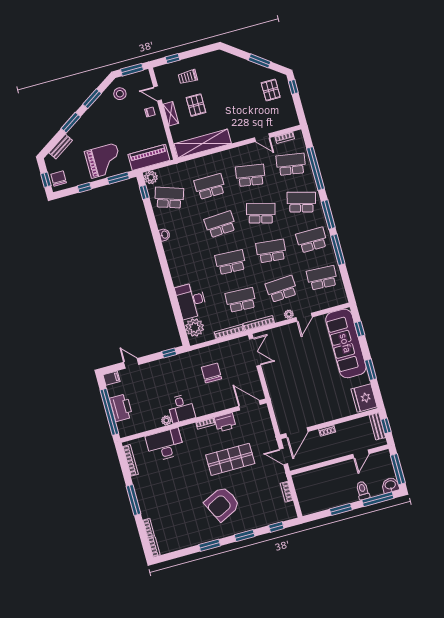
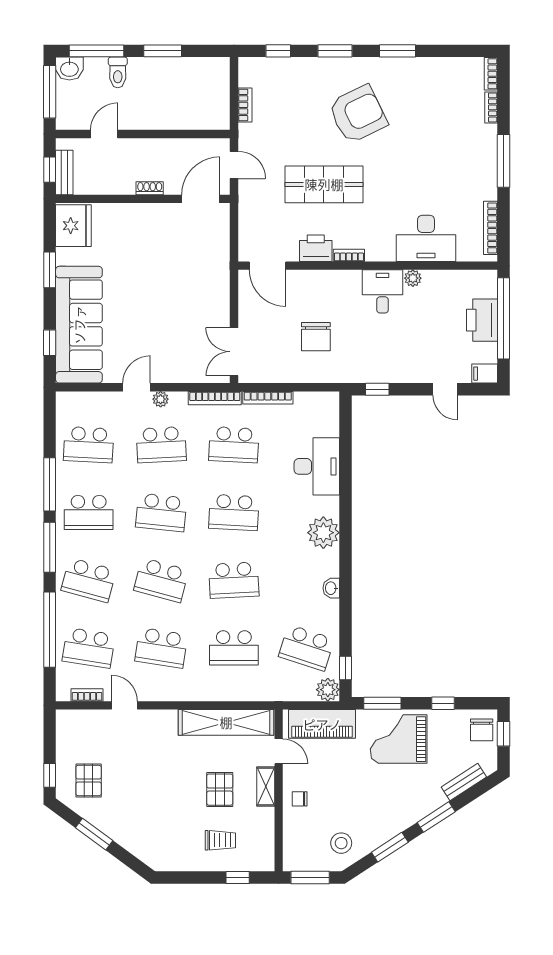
door: (157, 93) -> (279, 751), moved
plant: (195, 328) -> (323, 533), moved

